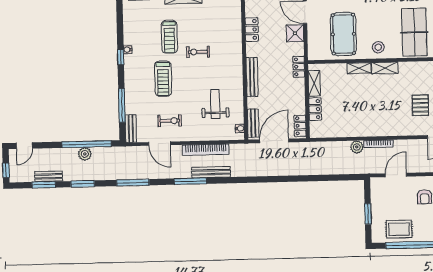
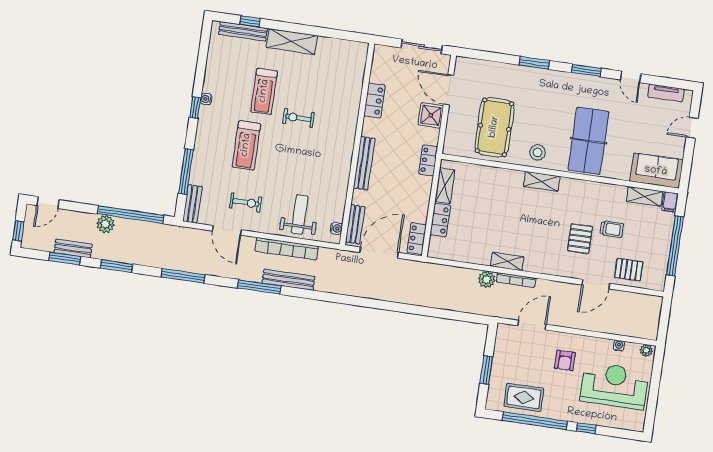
shelving: (359, 68) -> (507, 262), moved
weight bench: (215, 104) -> (300, 214), moved
plant: (85, 154) -> (106, 224), moved

